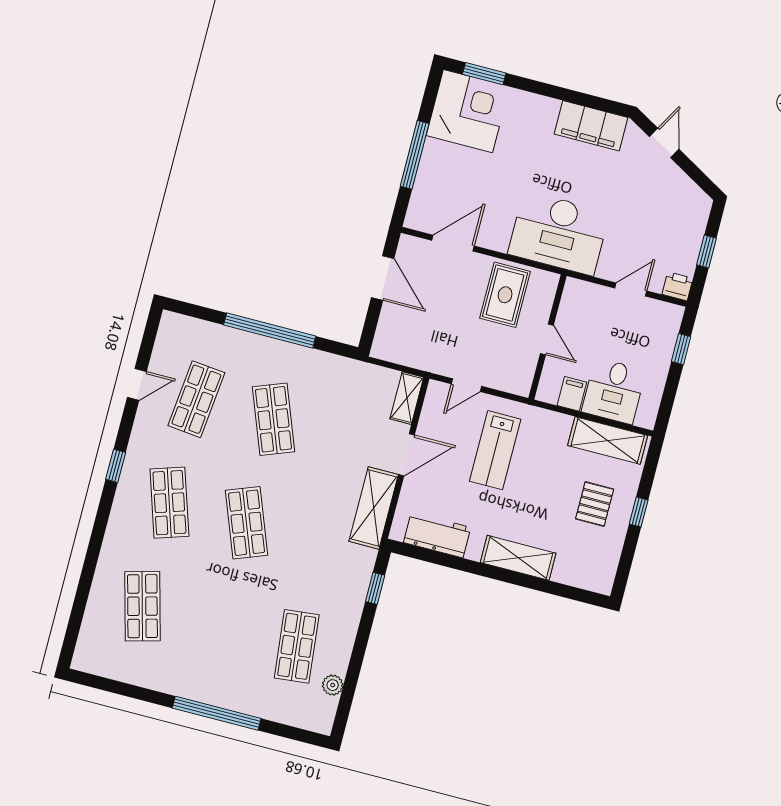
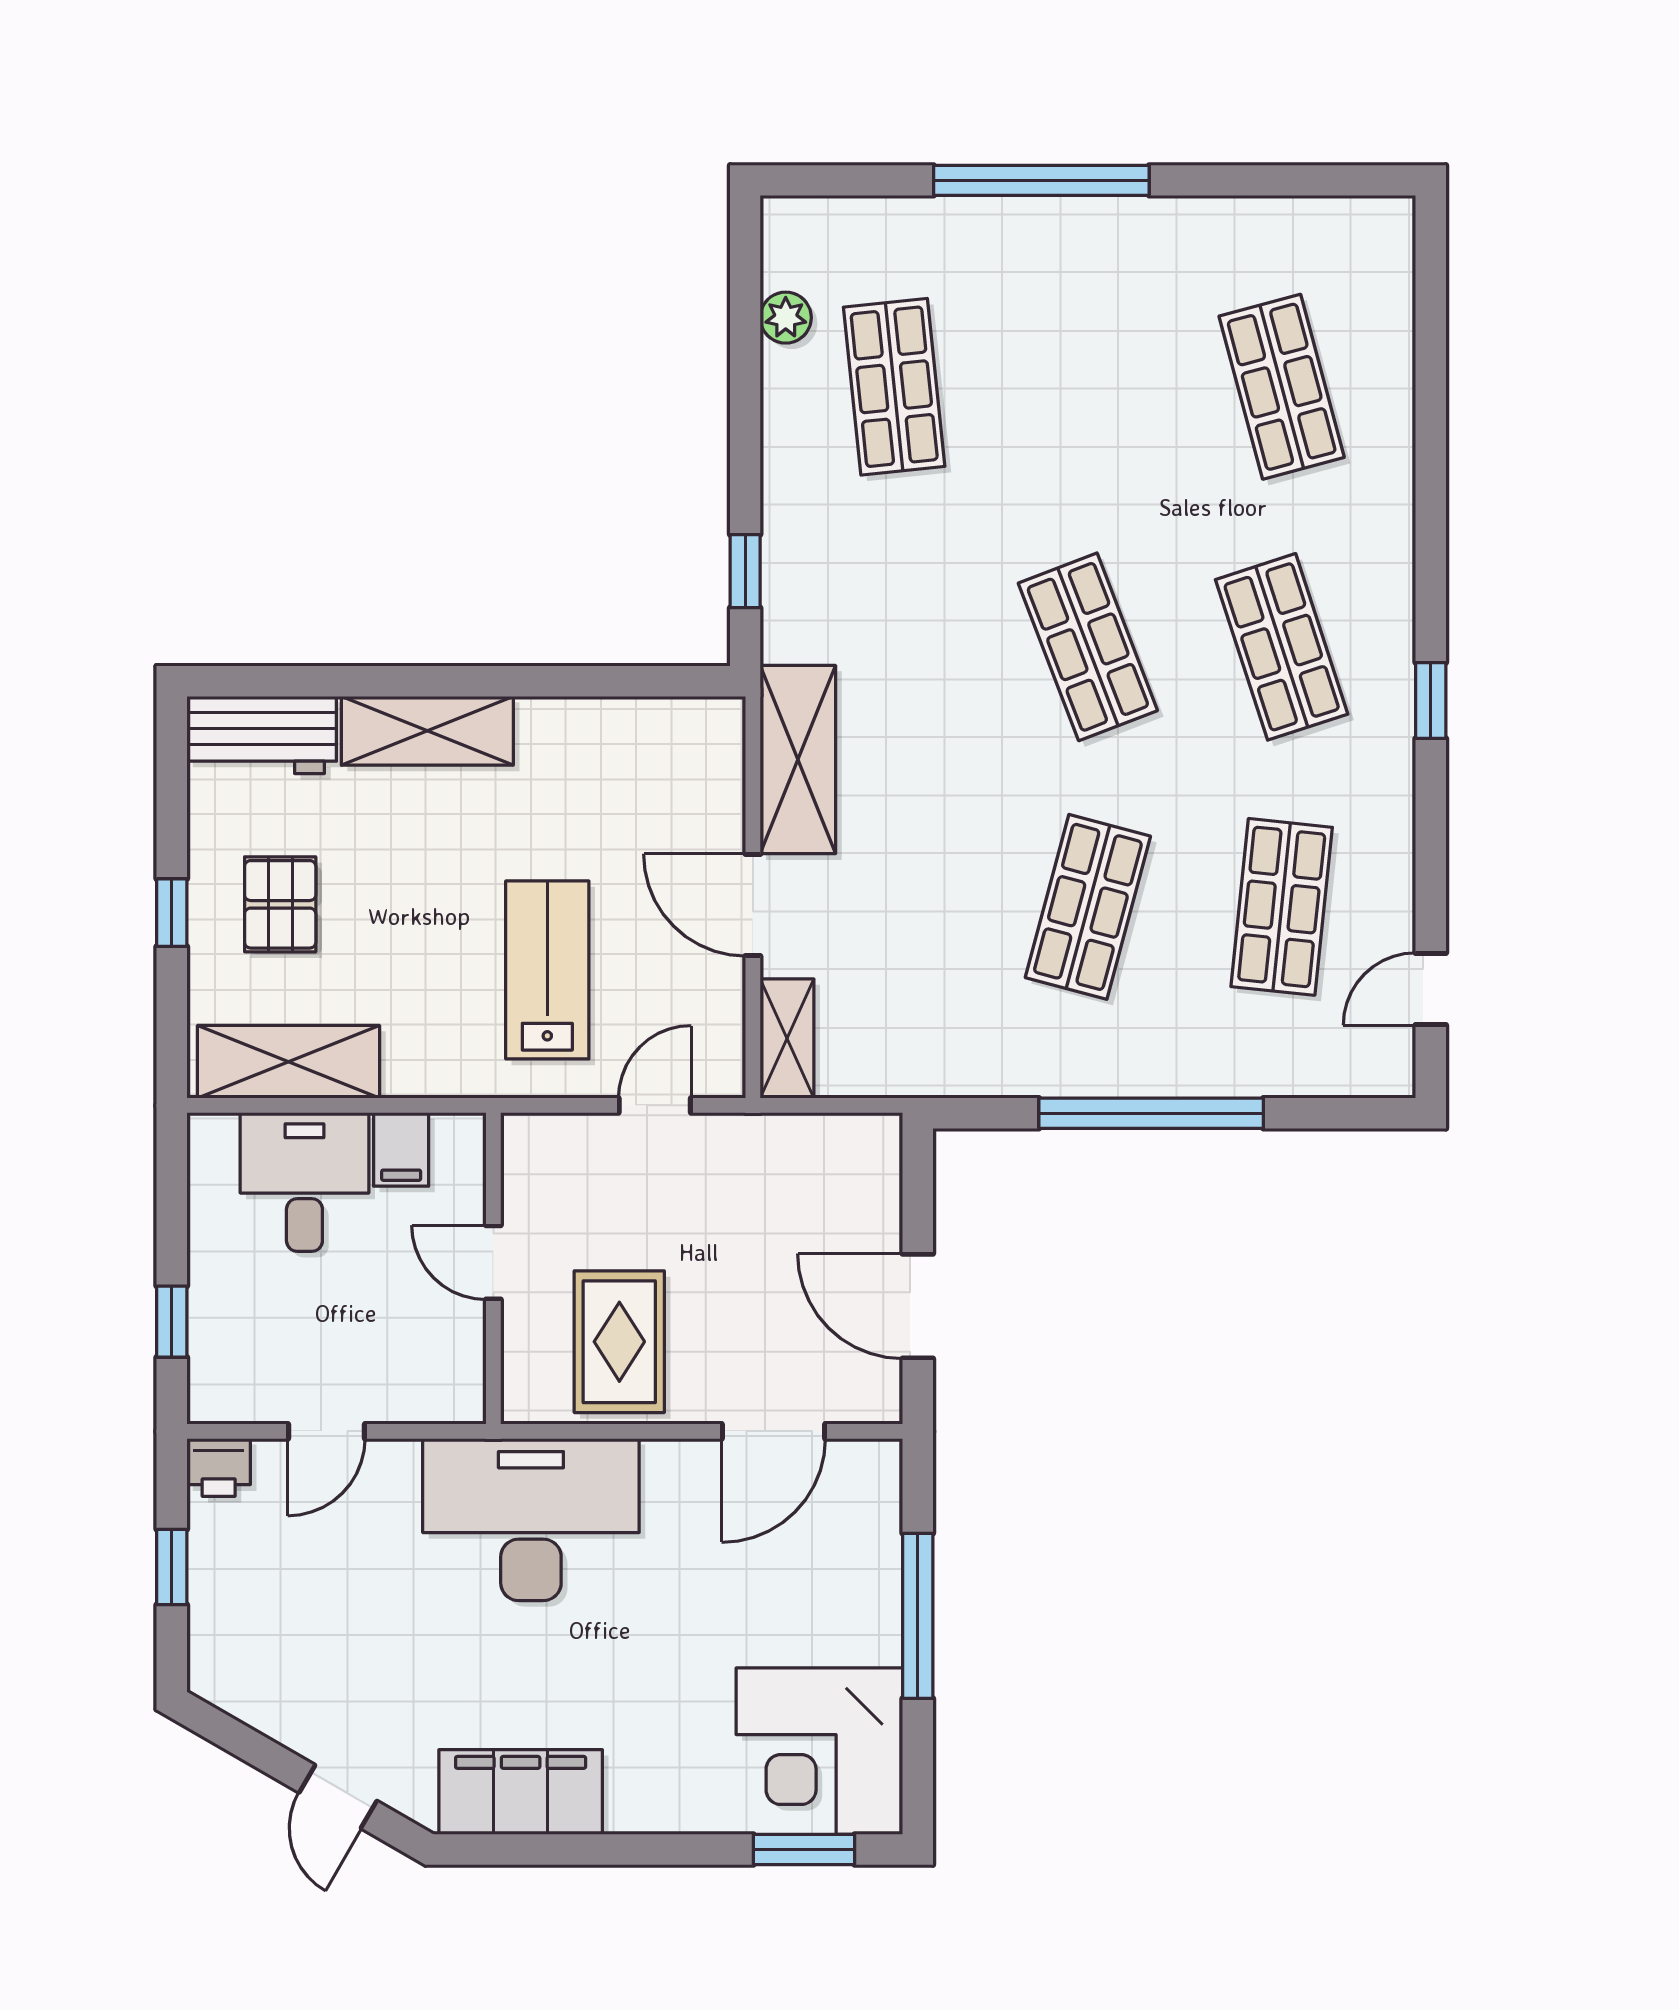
door: (137, 384) -> (1431, 989), moved
shop shelf: (273, 419) -> (1088, 907), turned 36
door: (407, 455) -> (753, 905), hinge flipped
workbench: (437, 535) -> (262, 735), moved

